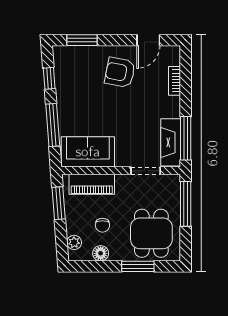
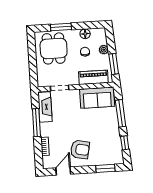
window: (186, 138) -> (36, 123), moved
window: (186, 204) -> (33, 69), removed
plant: (74, 242) -> (104, 50), moved

